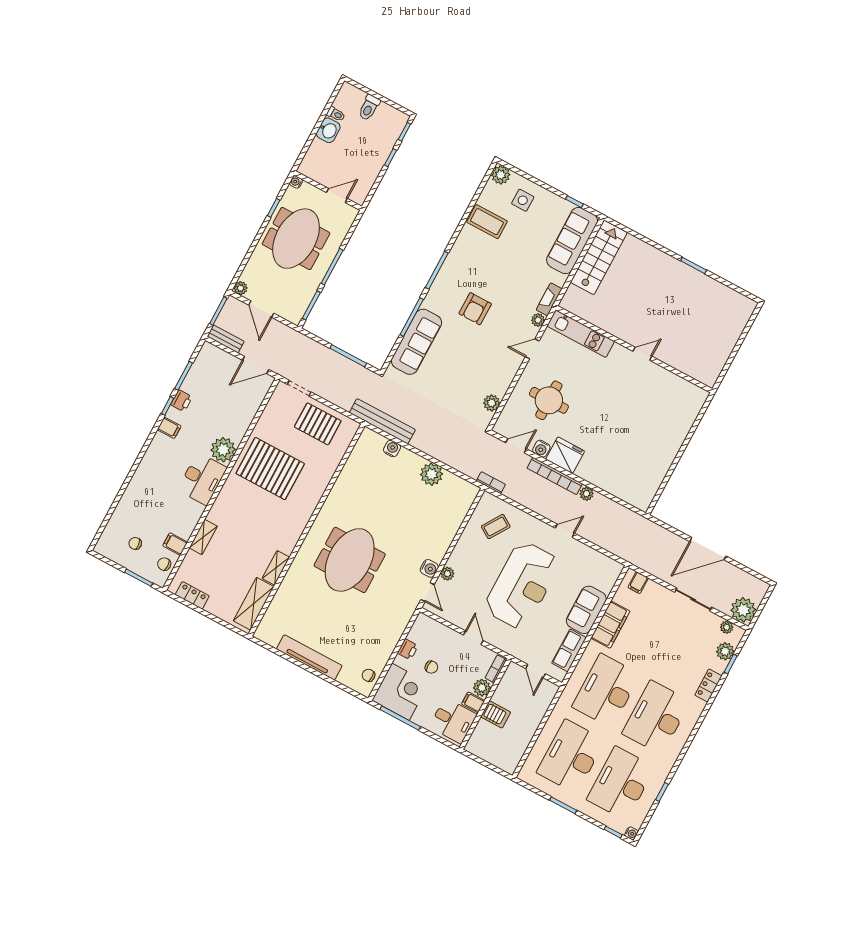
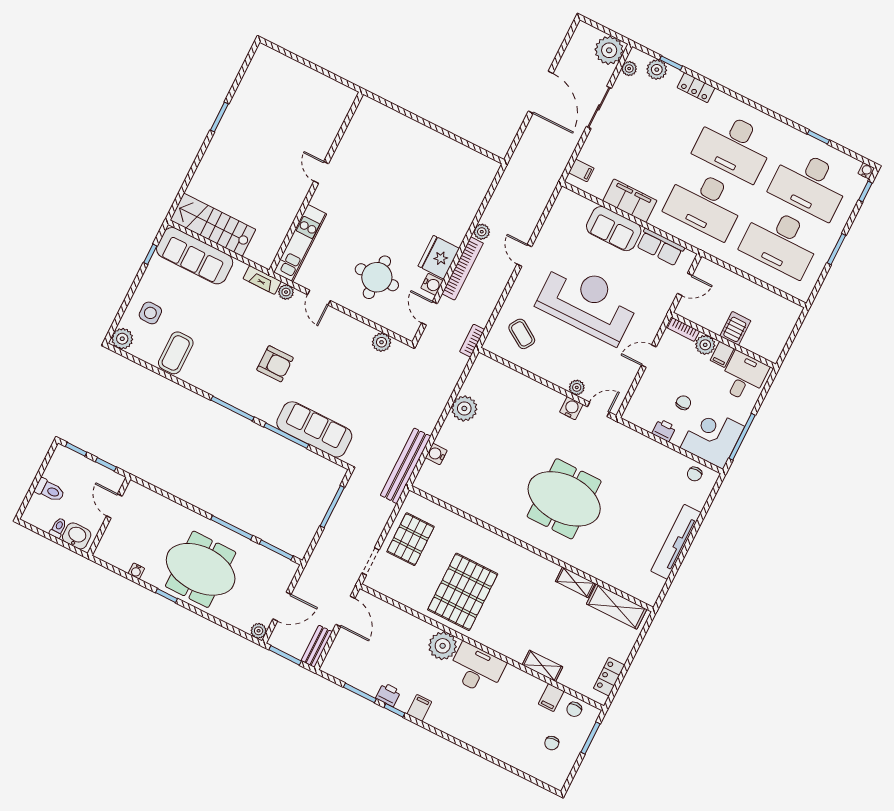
wall: (328, 191) -> (109, 516), moved
door: (337, 195) -> (114, 506), moved

